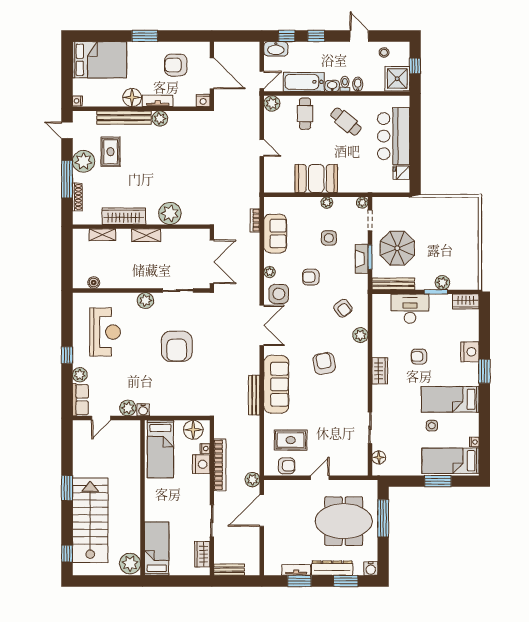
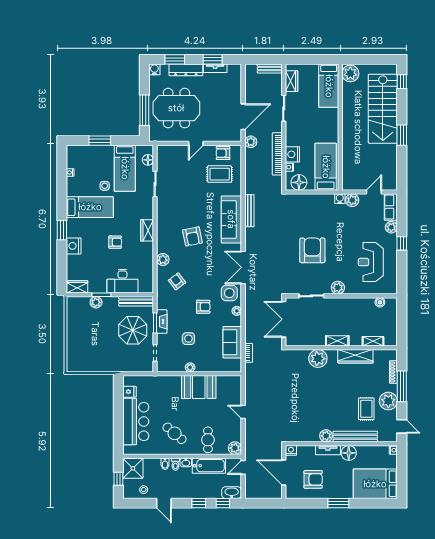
plant: (362, 203) -> (161, 367), removed
bed: (450, 461) -> (125, 168), moved, turned 90

